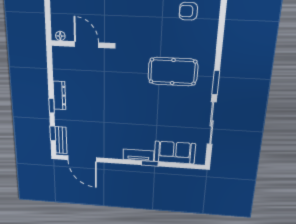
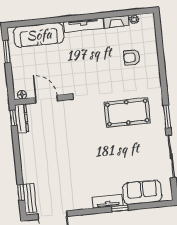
dresser: (59, 95) -> (22, 119), moved
window: (52, 106) -> (13, 118), moved

